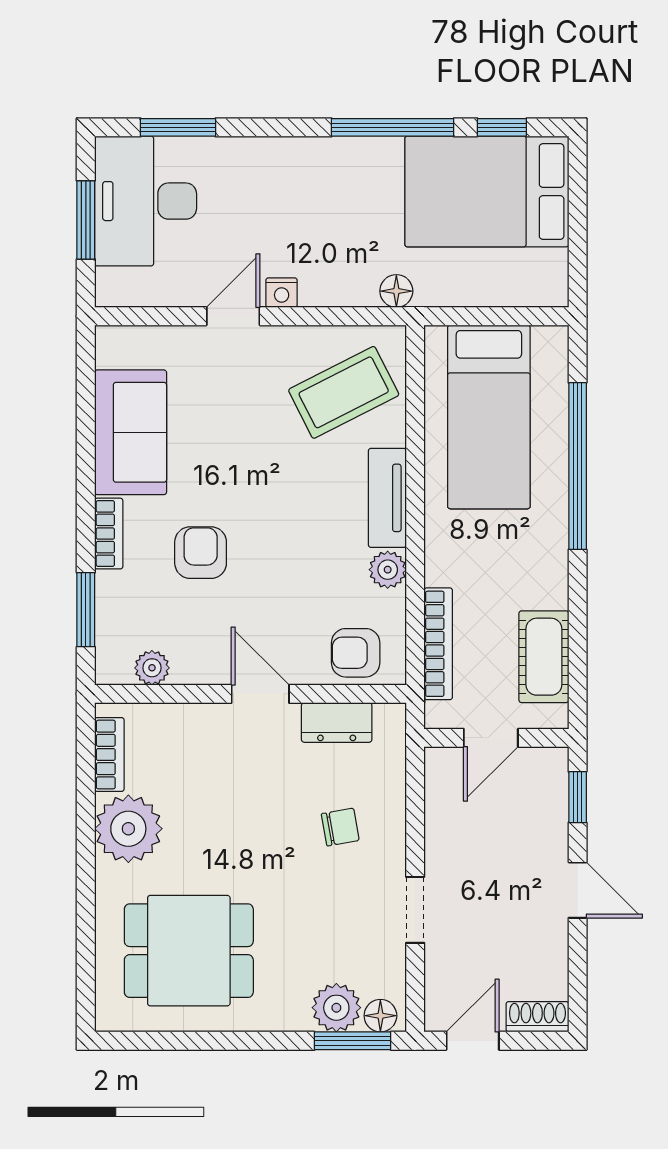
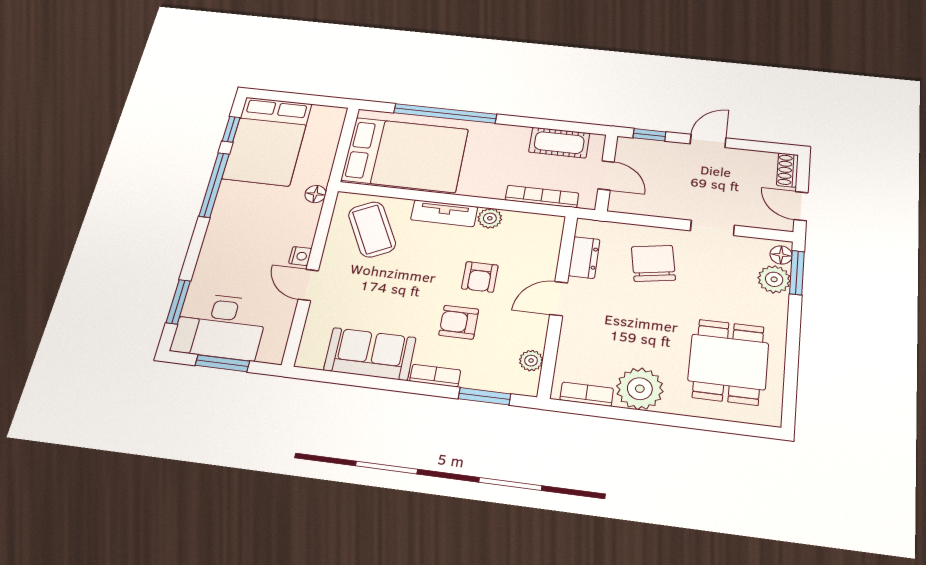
bed: (489, 417) -> (405, 155), width x1.50
armchair: (356, 653) -> (480, 277), moved
chair: (340, 827) -> (653, 263), width x1.87, depth x1.87

